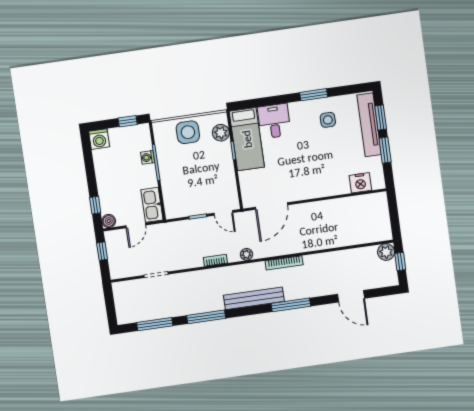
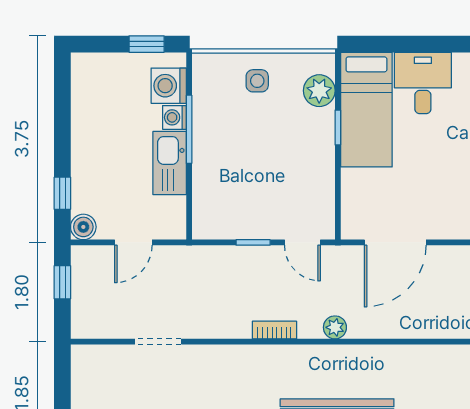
side table: (188, 132) -> (257, 81), width x0.54, depth x0.54
washing machine: (99, 139) -> (169, 86), moved, turned 90
kitchen sink: (152, 205) -> (170, 163), moved
bookcase: (284, 263) -> (404, 354), removed

